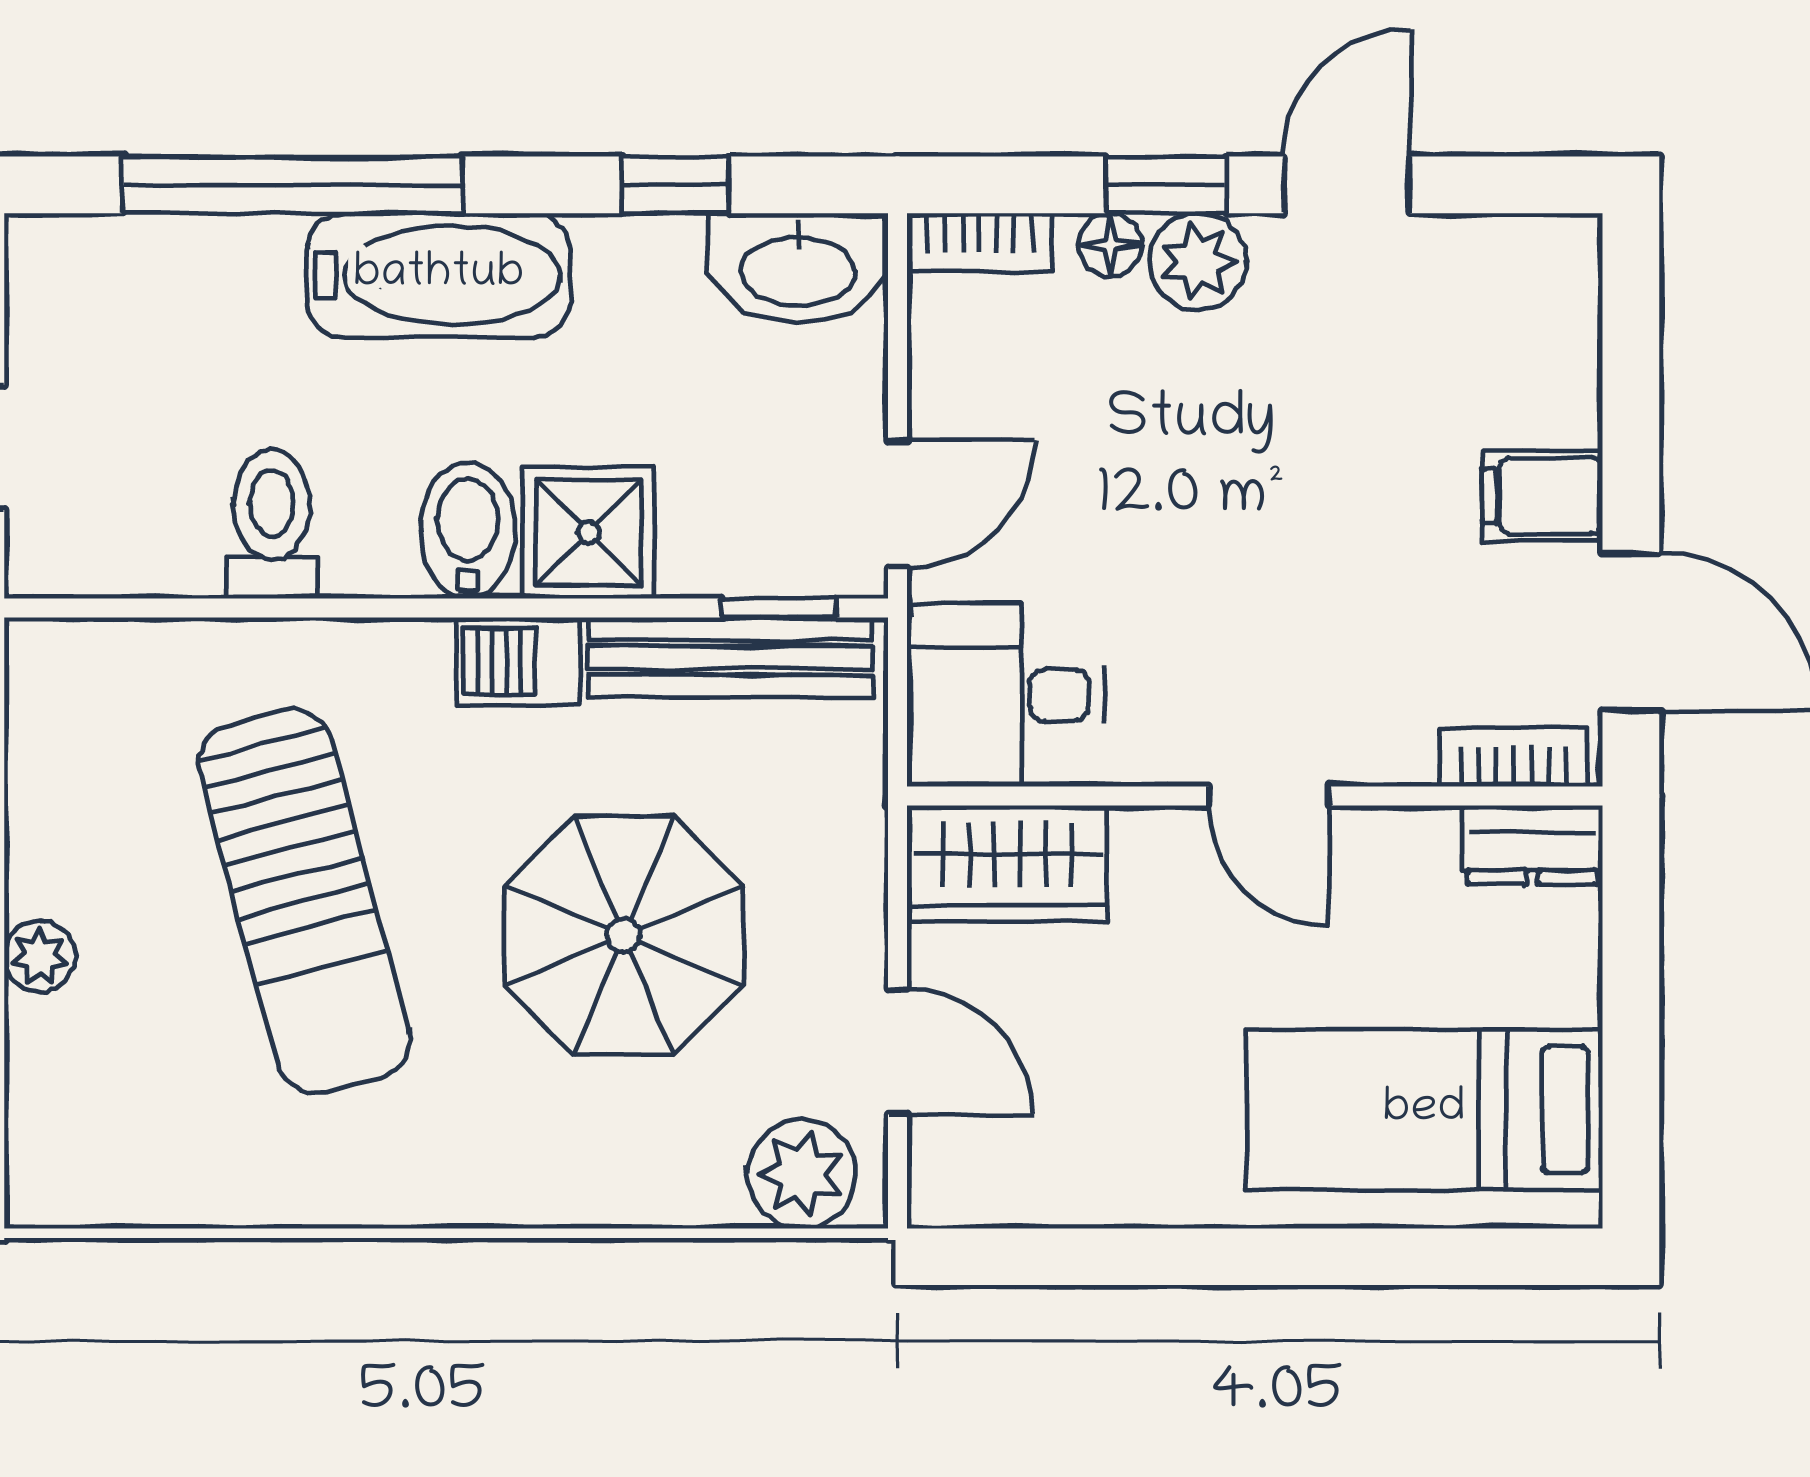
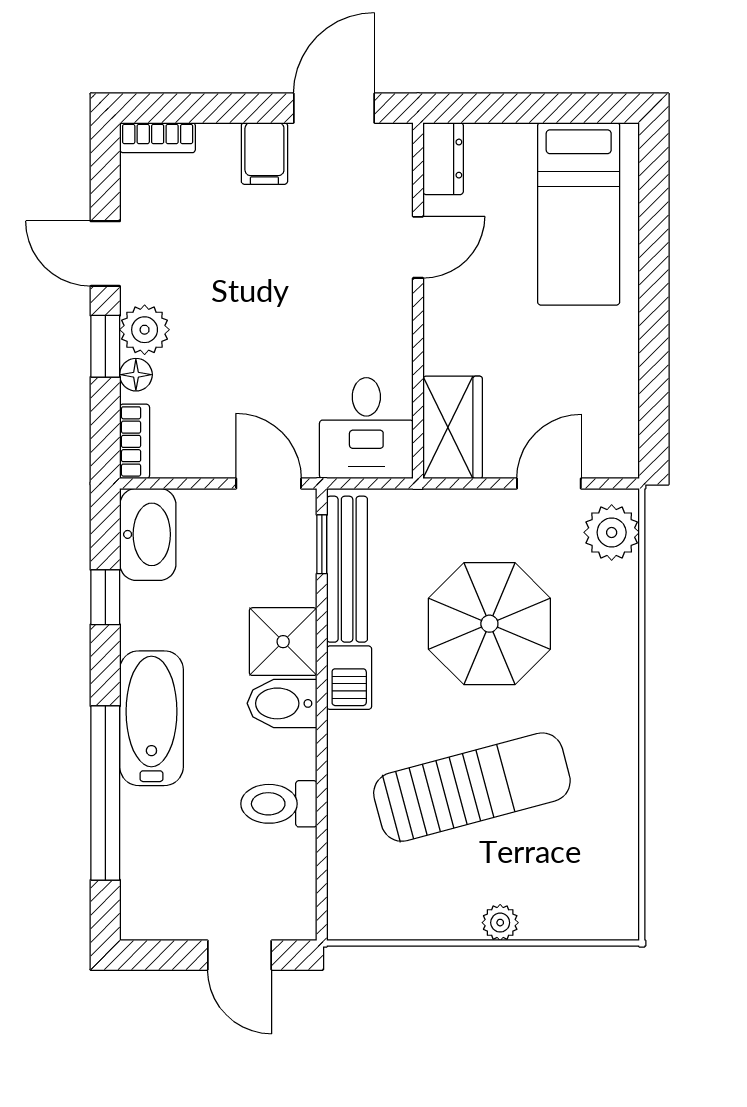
bookcase: (1514, 757) -> (158, 138), moved, turned -90
door: (1269, 796) -> (418, 247), moved

